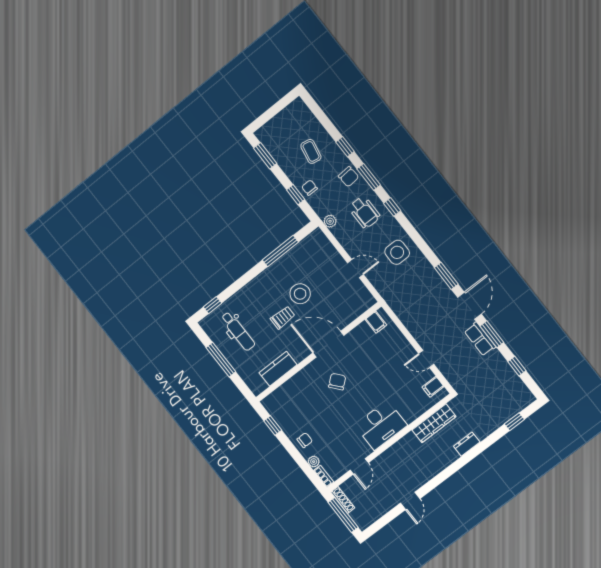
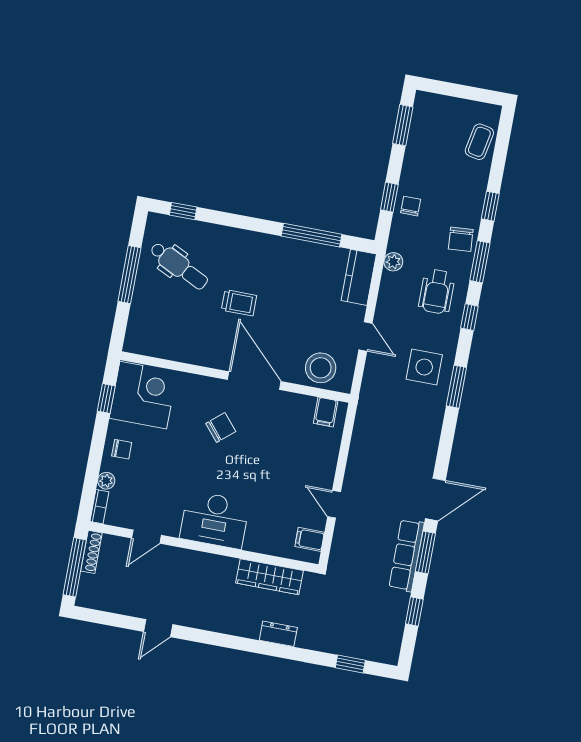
coffee table: (311, 151) -> (479, 142), moved
window: (446, 276) -> (456, 387), moved
stool: (300, 294) -> (321, 368), moved
dental chair: (238, 331) -> (179, 266), turned -64
row of seats: (480, 339) -> (407, 555), width x1.48
kitchen counter: (278, 369) -> (359, 277), moved, turned -90
corner desk: (287, 406) -> (143, 395), added

